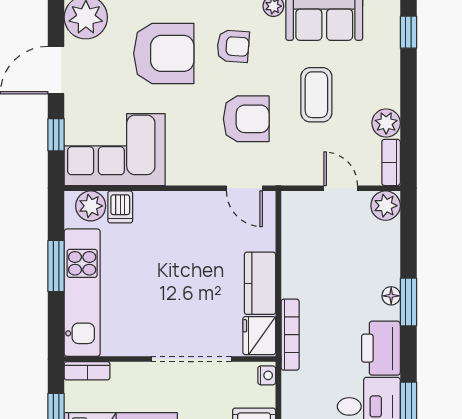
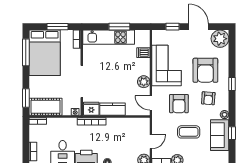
corner sofa: (115, 150) -> (167, 66), moved
door: (244, 188) -> (151, 103), hinge flipped
plant: (91, 206) -> (144, 82), moved

